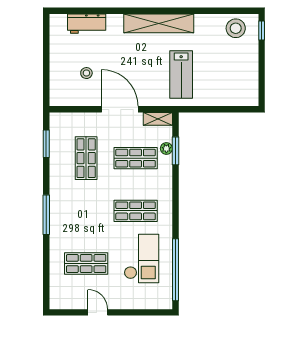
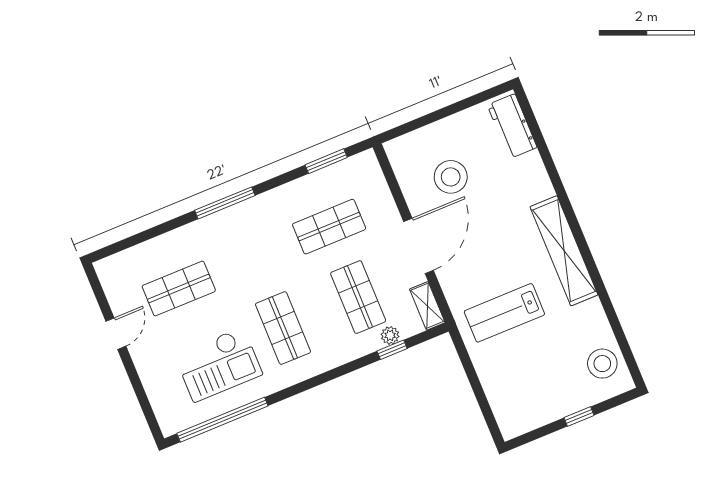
workbench: (87, 24) -> (512, 126), moved
window: (262, 30) -> (579, 416), moved
stool: (86, 73) -> (451, 177), width x1.89, depth x1.89
window: (175, 151) -> (392, 350), width x0.67
shop shelf: (86, 264) -> (179, 289), turned 90

